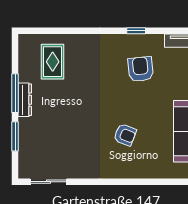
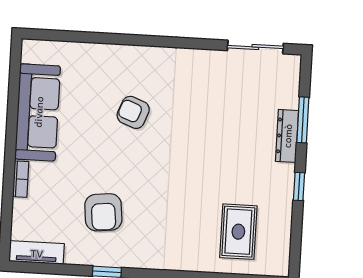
window: (15, 93) -> (299, 186), width x0.46
dresser: (25, 100) -> (287, 136), moved

